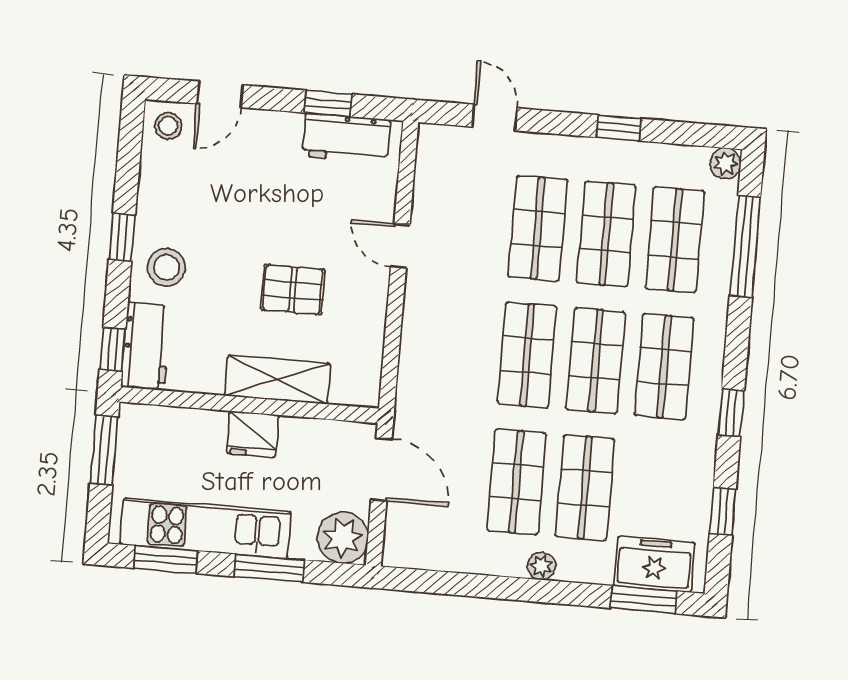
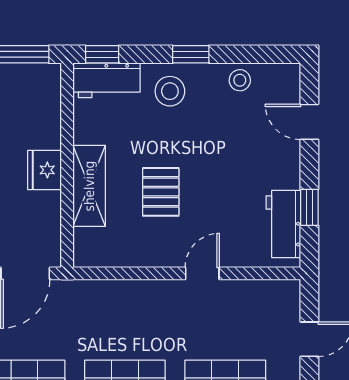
stool: (168, 126) -> (240, 80), moved

